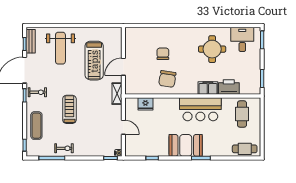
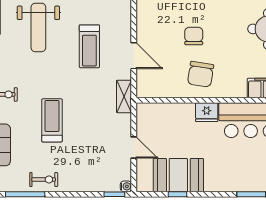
treadmill: (94, 61) -> (89, 46), width x0.73, depth x0.73
door: (123, 67) -> (134, 56), swing flipped
fridge: (145, 104) -> (207, 112), moved
booth: (186, 145) -> (178, 175), moved

